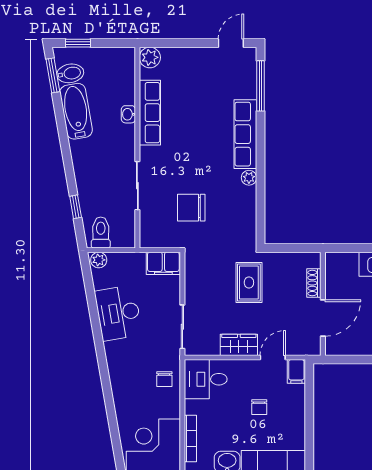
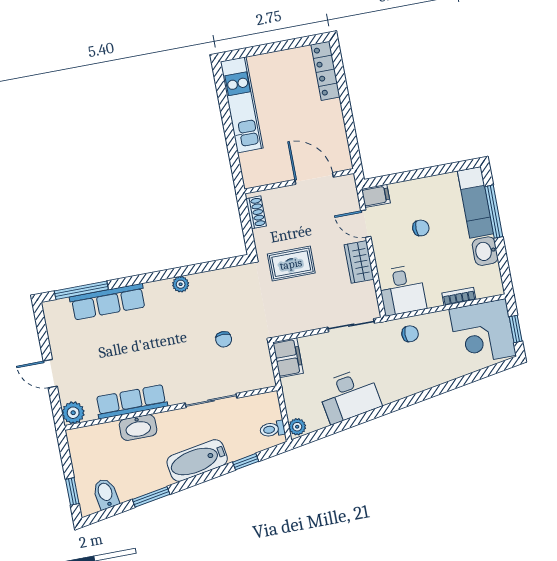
door: (231, 43) -> (50, 374), moved
window: (53, 75) -> (151, 497), moved
bathtub: (76, 111) -> (197, 460), moved
washbasin: (128, 114) -> (138, 427), width x1.91, depth x1.45
row of seats: (245, 134) -> (108, 302), moved
chair: (191, 208) -> (224, 339), width x0.54, depth x0.54
toilet: (101, 233) -> (272, 429), width x0.73, depth x0.72
shoe rack: (314, 283) -> (256, 212), moved, turned -90
bookcase: (190, 439) -> (459, 296), width x0.64

